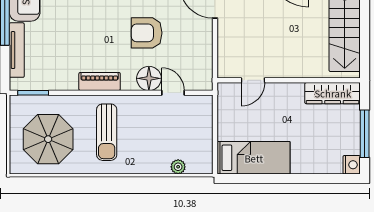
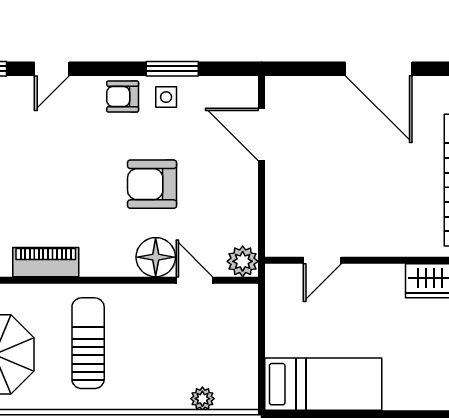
piano: (100, 81) -> (46, 262), moved
plant: (203, 81) -> (243, 261), added
sun lounger: (107, 132) -> (88, 343), turned 180

